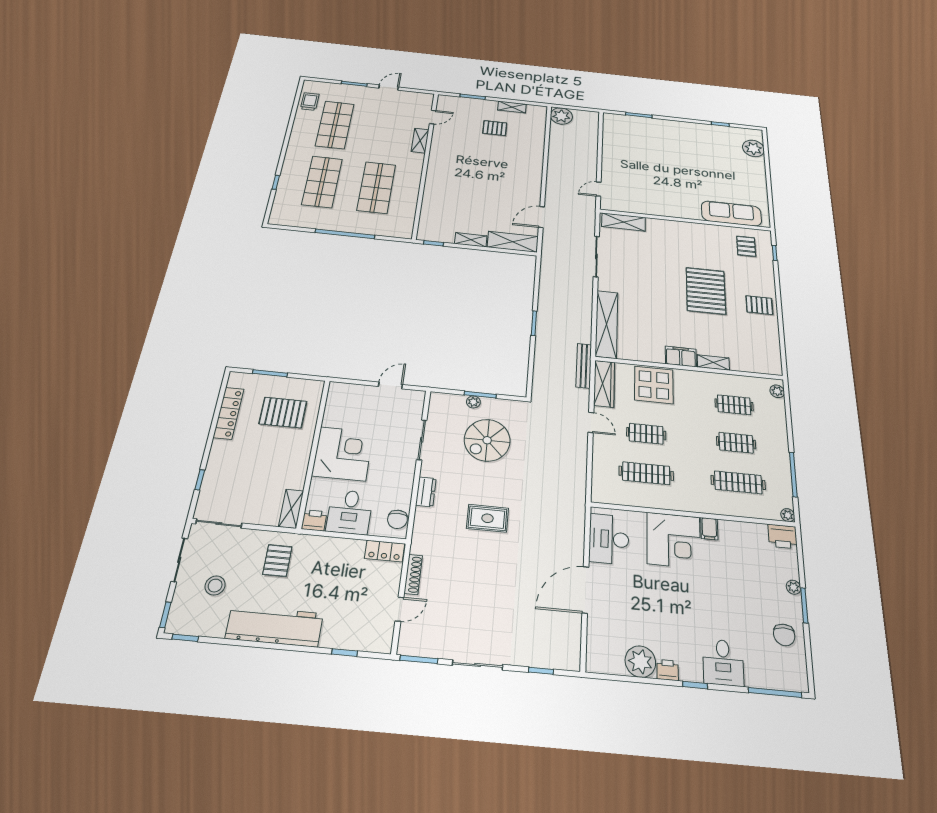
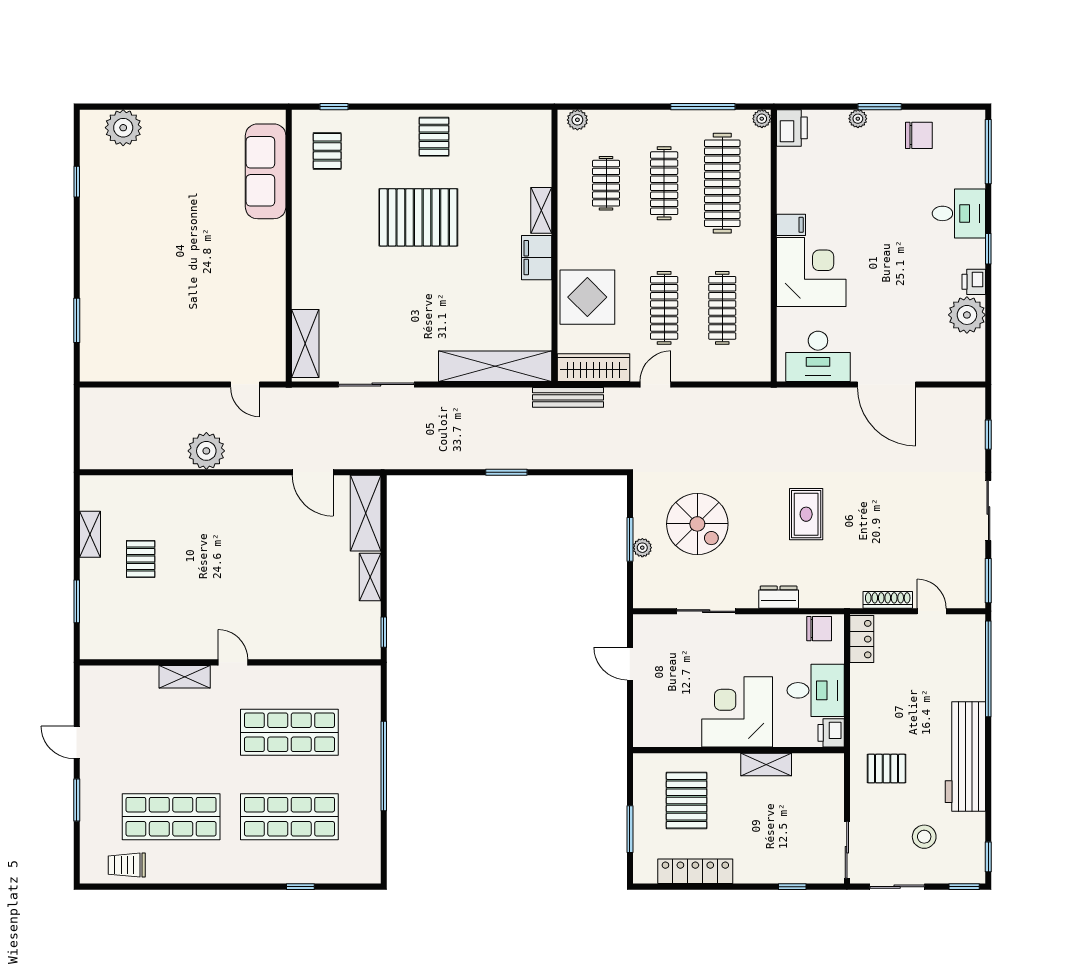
plant: (561, 116) -> (206, 451), moved
door: (433, 117) -> (233, 662), moved
pallet: (746, 246) -> (327, 151), turned 90
clothes rail: (646, 434) -> (664, 308), width x1.36
clothes rail: (736, 443) -> (664, 183), width x1.36
clothes rail: (738, 482) -> (722, 183), width x1.37, depth x1.31
shelving: (291, 509) -> (766, 764), moved
window: (345, 653) -> (988, 669), width x3.17

